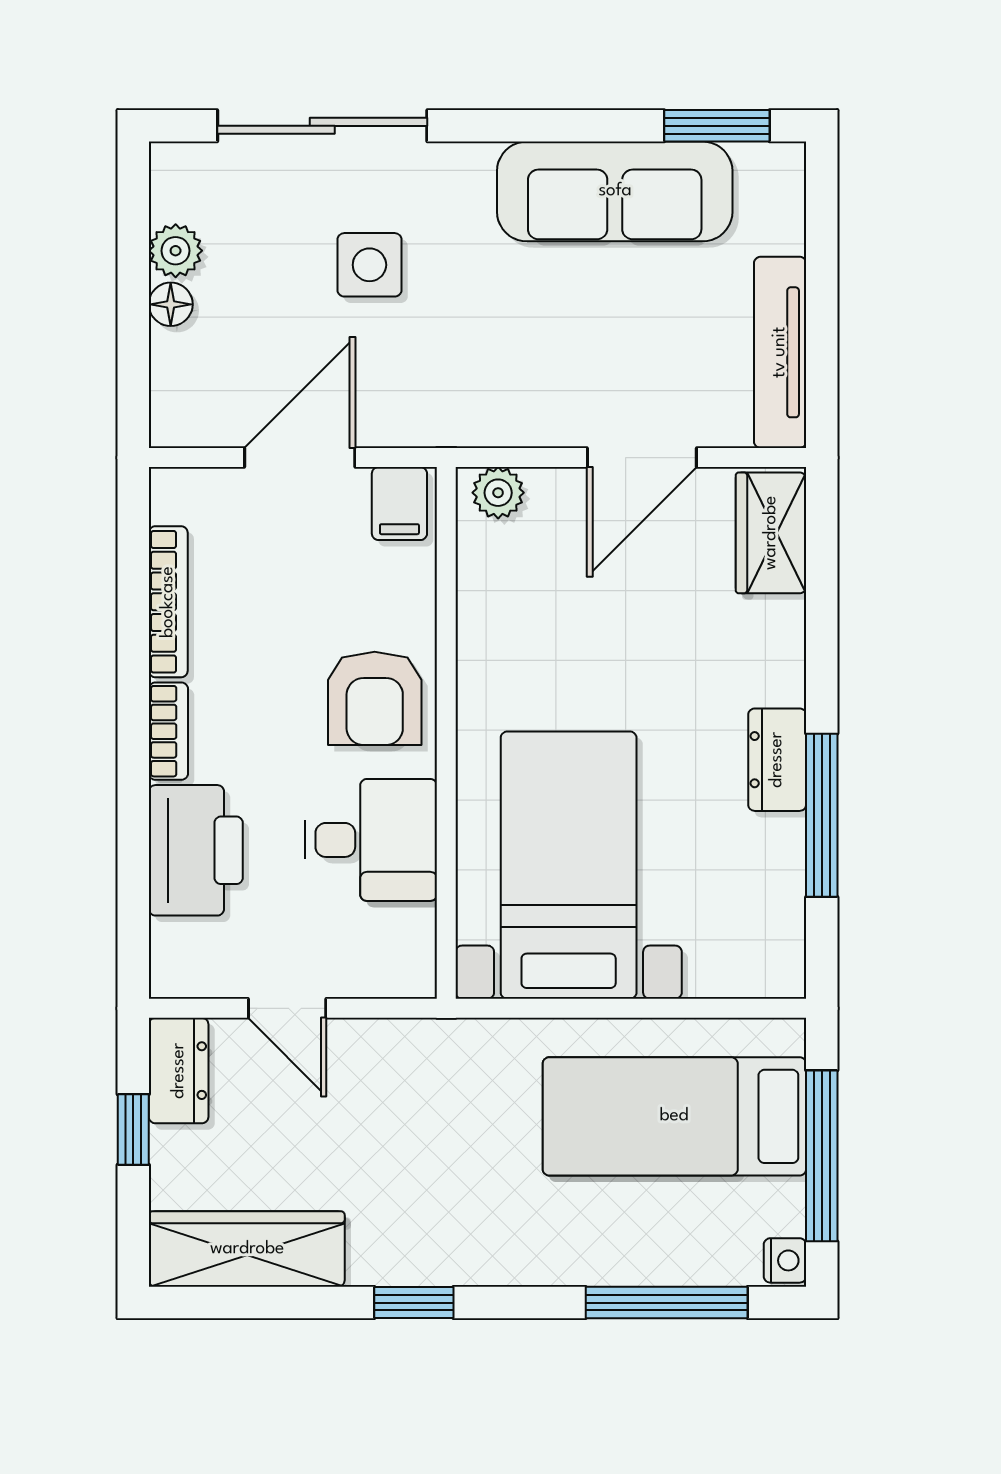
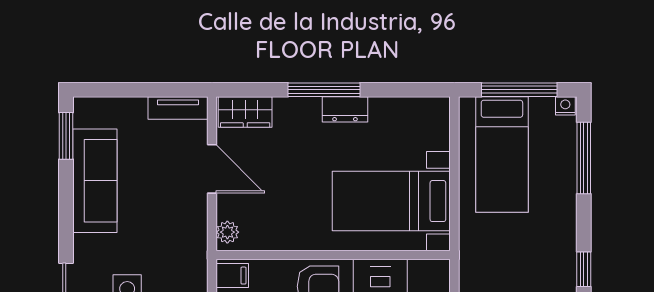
tv unit: (780, 352) -> (178, 108), width x0.71
window: (822, 815) -> (324, 90), moved

